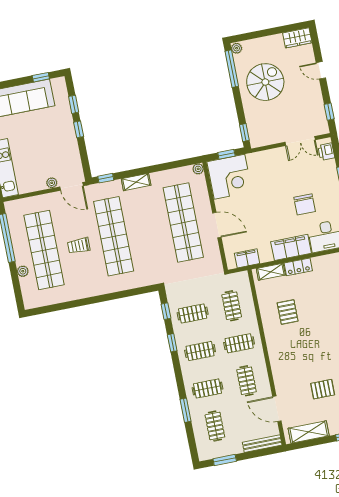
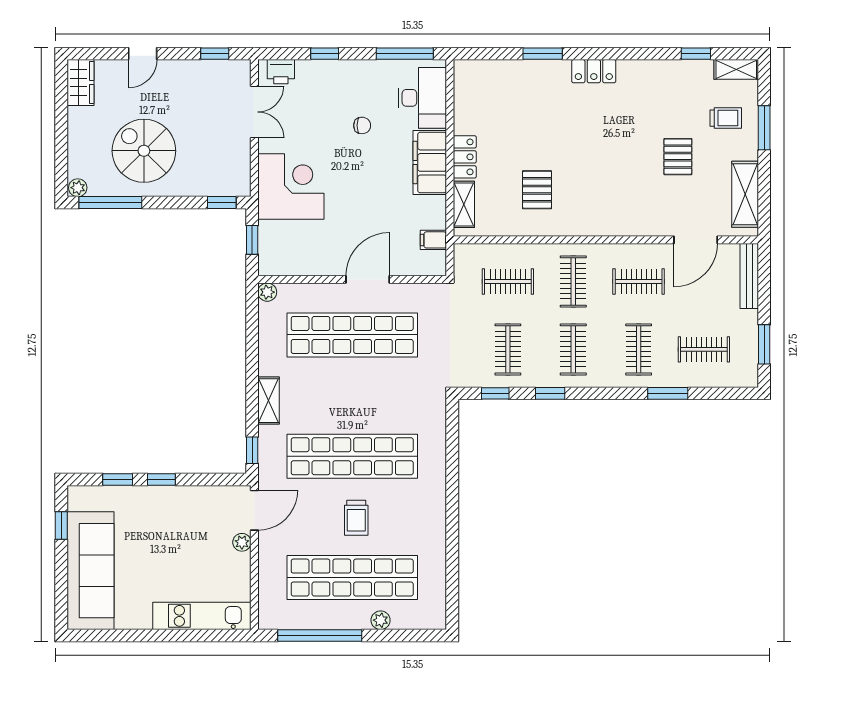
corner desk: (229, 177) -> (291, 187), moved
chair: (305, 204) -> (362, 125), width x0.54, depth x0.54
filing cabinet: (247, 258) -> (433, 240), width x0.50
pallet: (288, 312) -> (537, 190), turned 90

